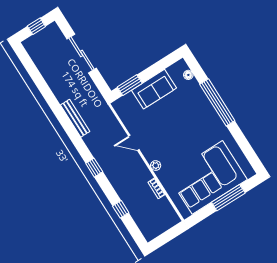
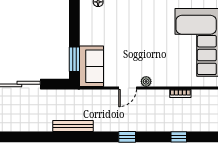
sofa: (154, 89) -> (91, 66), moved
plant: (156, 166) -> (146, 81), moved

